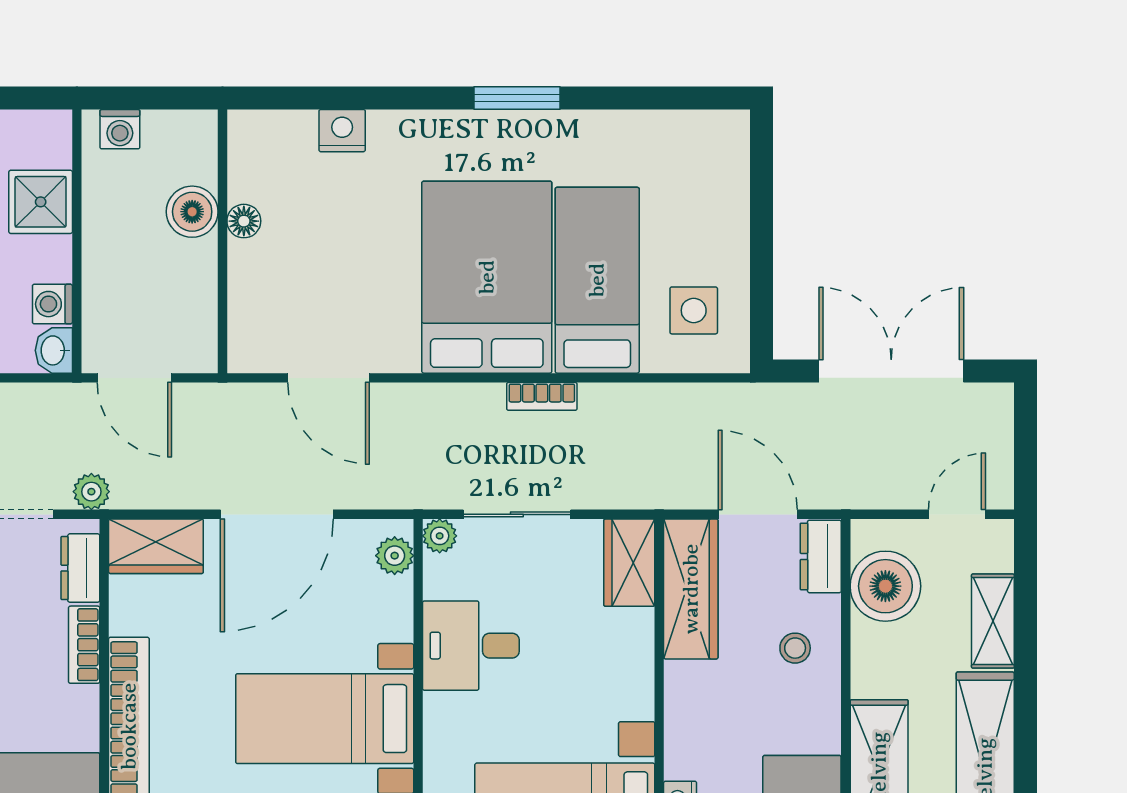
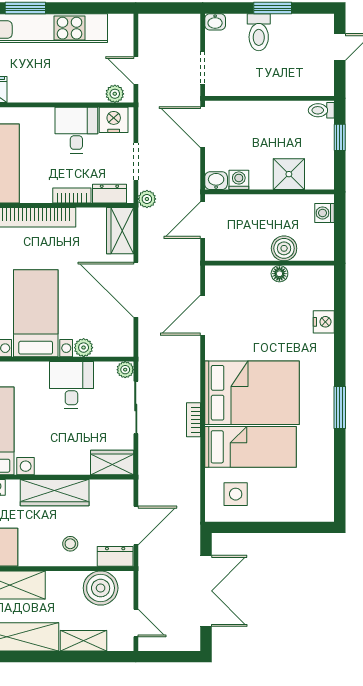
plant: (395, 556) -> (84, 348), moved
wardrobe: (691, 589) -> (55, 493), moved

